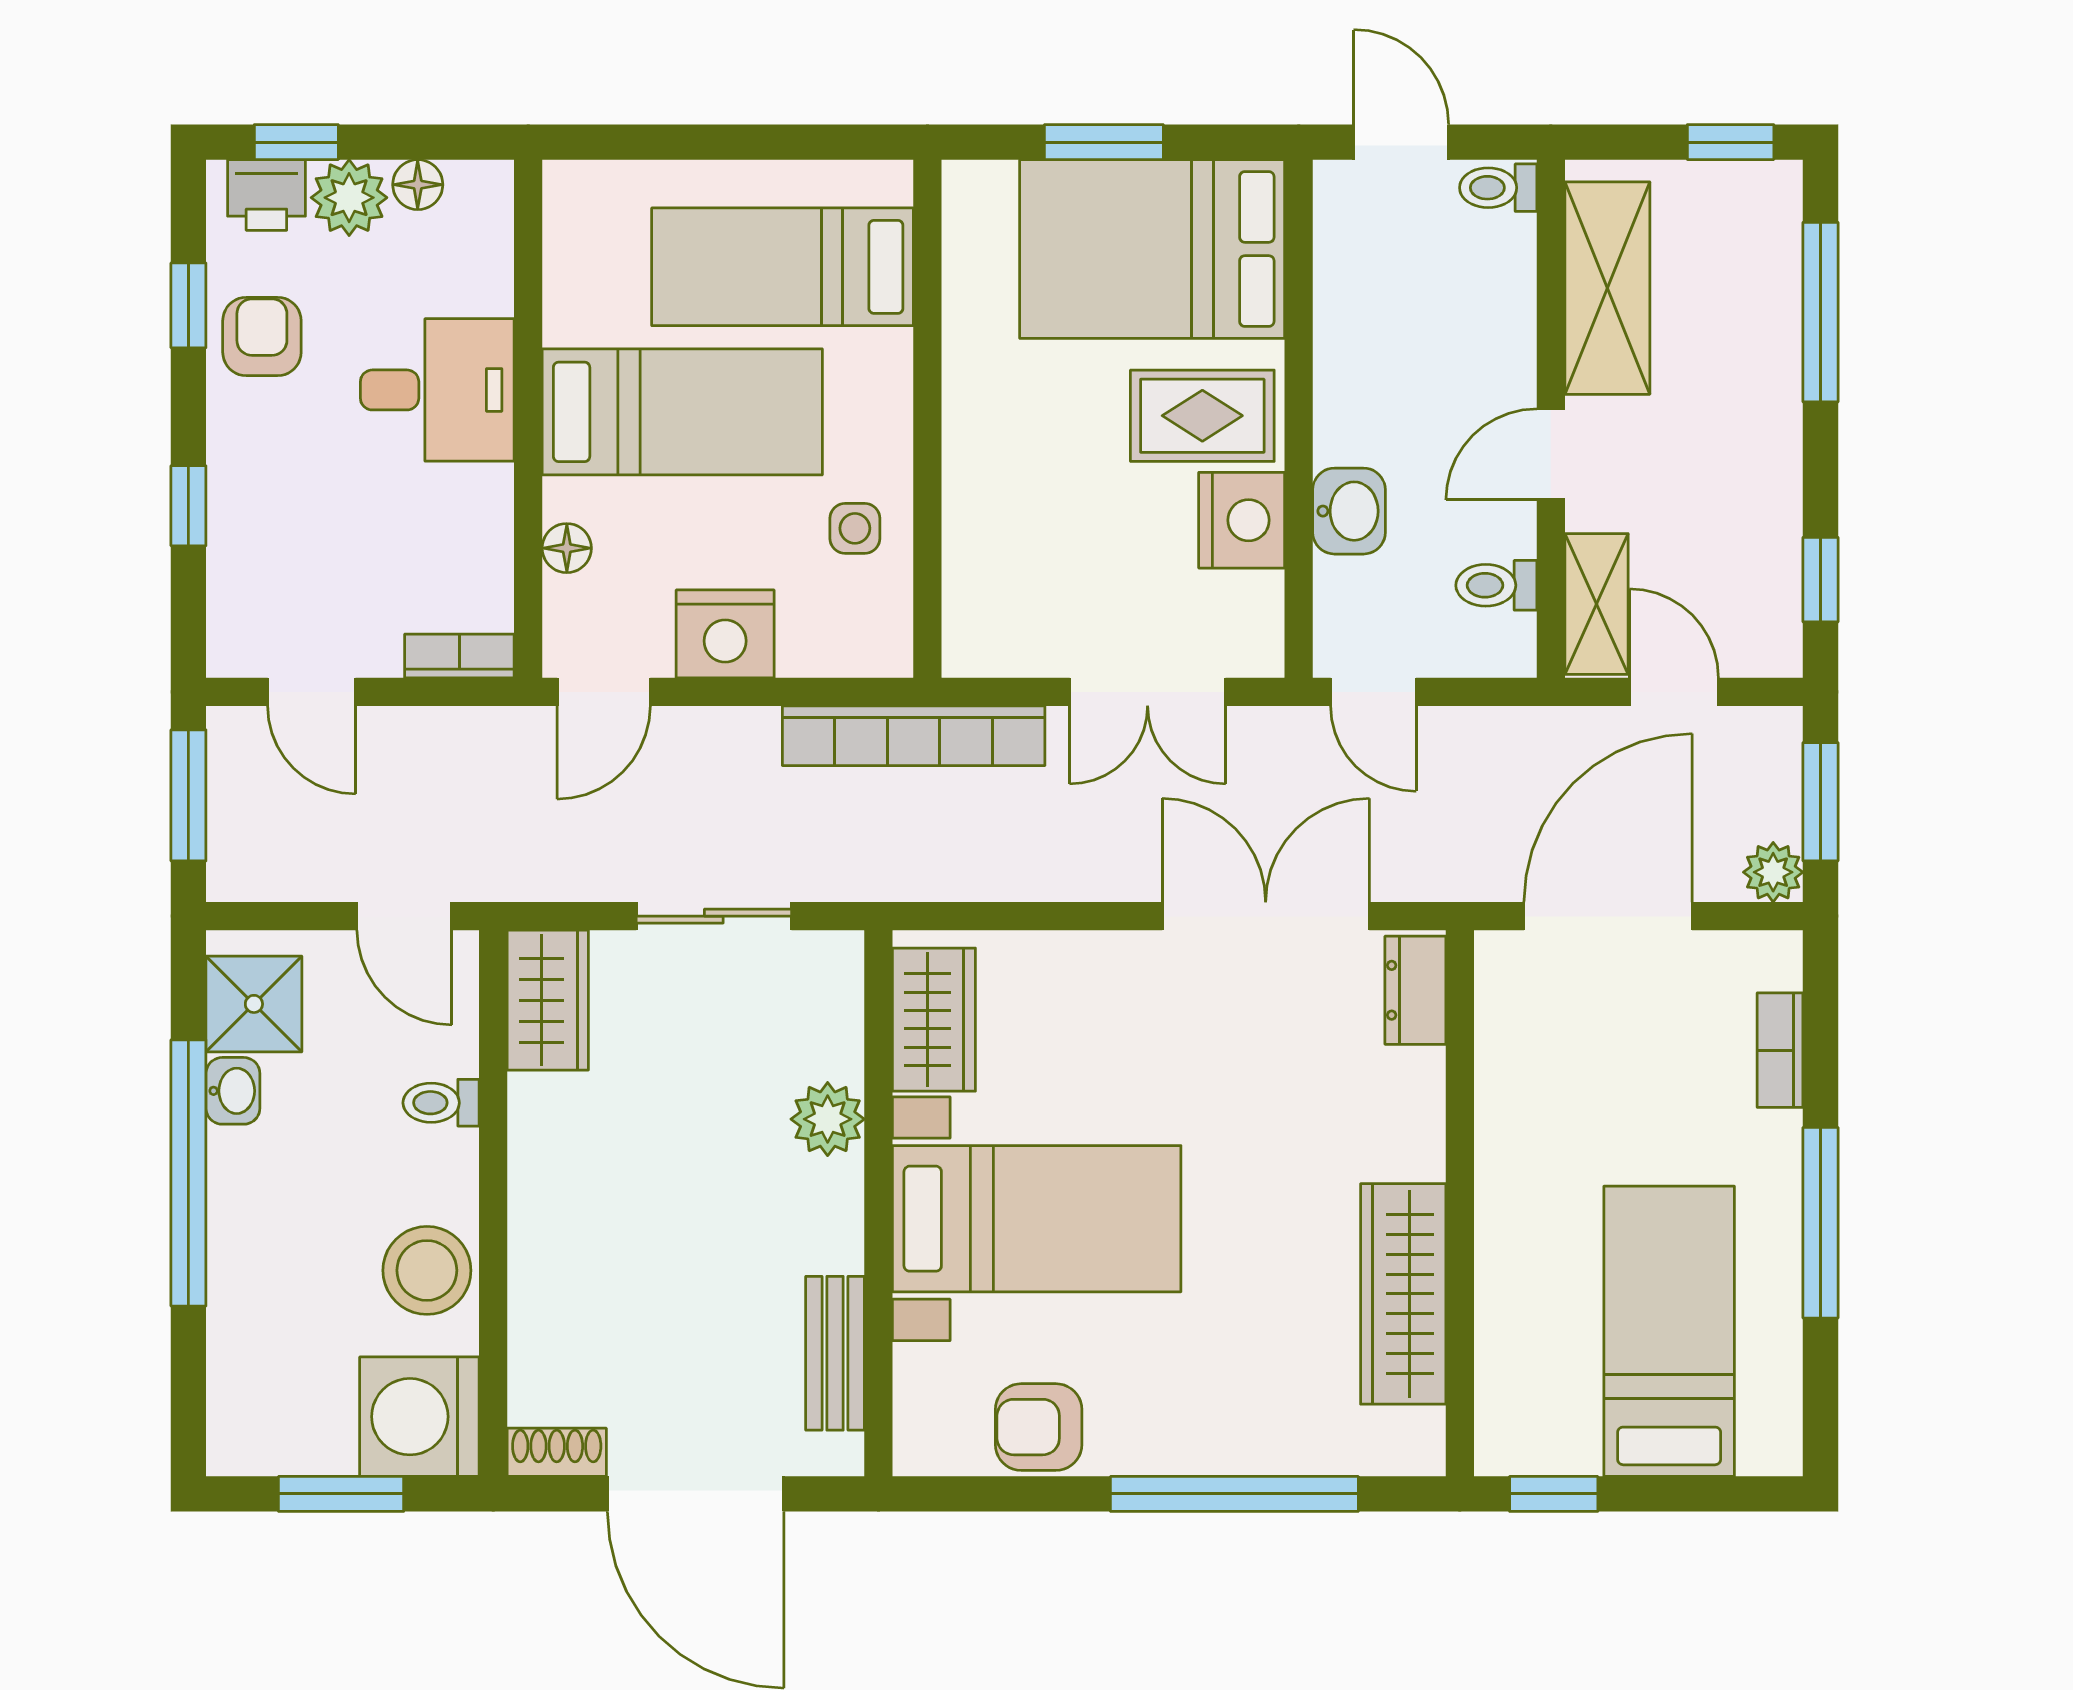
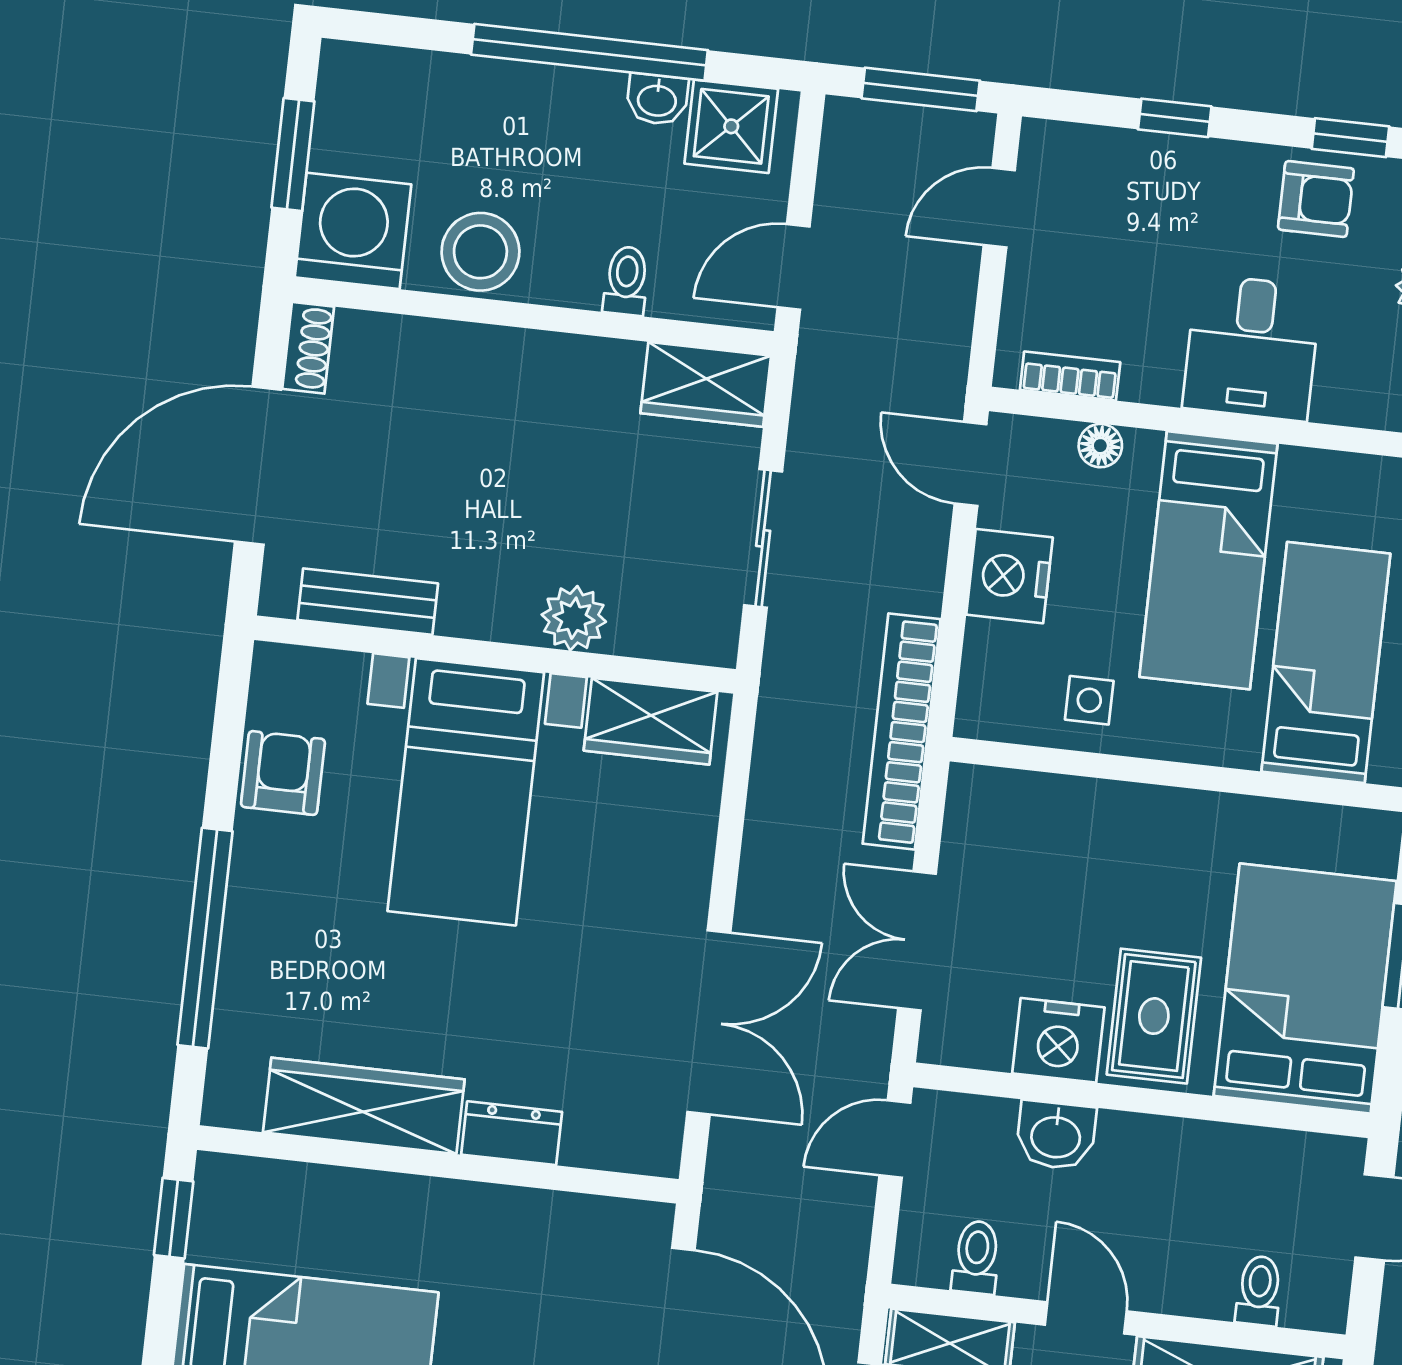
toilet: (1498, 188) -> (1259, 1291), moved
bookcase: (459, 656) -> (1070, 376), moved, turned -90
dresser: (1415, 990) -> (512, 1133), moved

